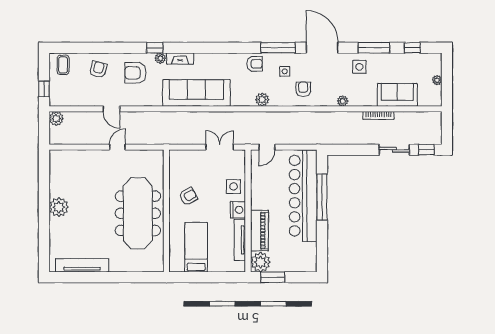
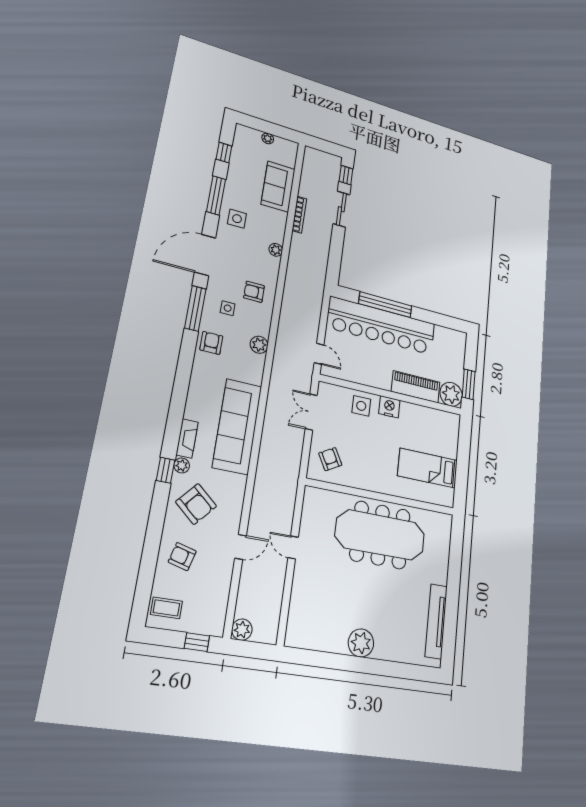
armchair: (135, 73) -> (196, 504), turned -49
armchair: (188, 196) -> (330, 459), moved
tv unit: (240, 240) -> (424, 413), removed

